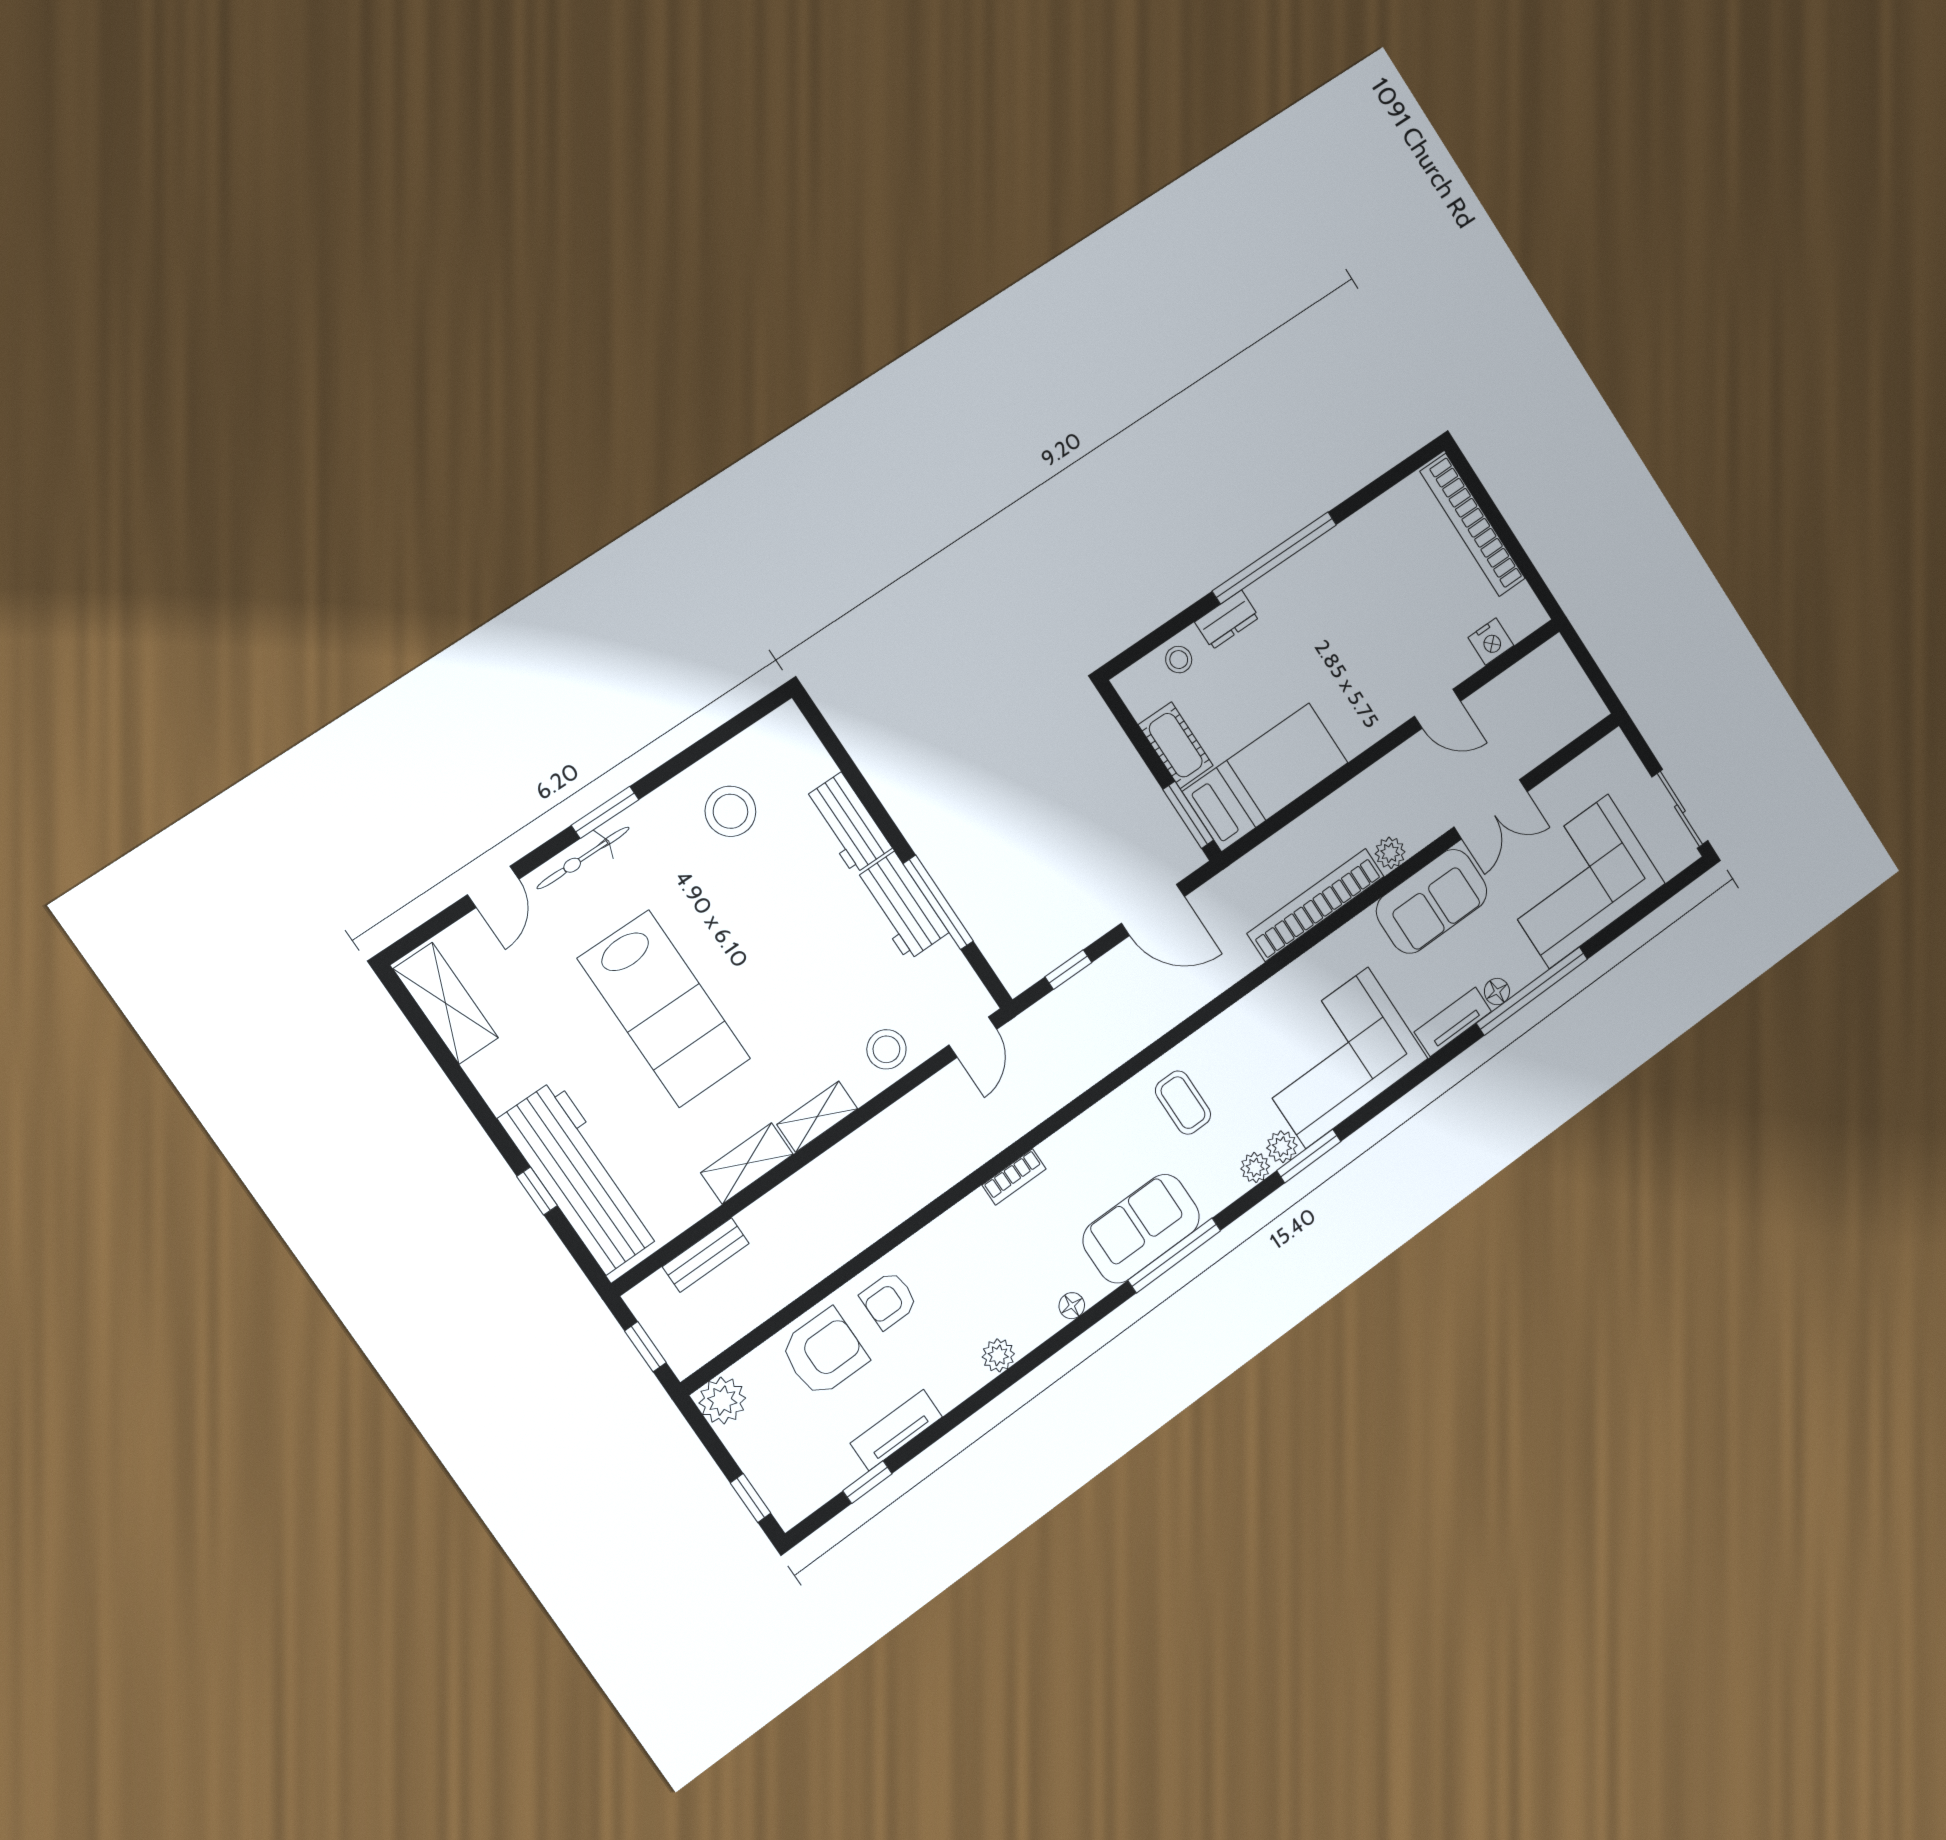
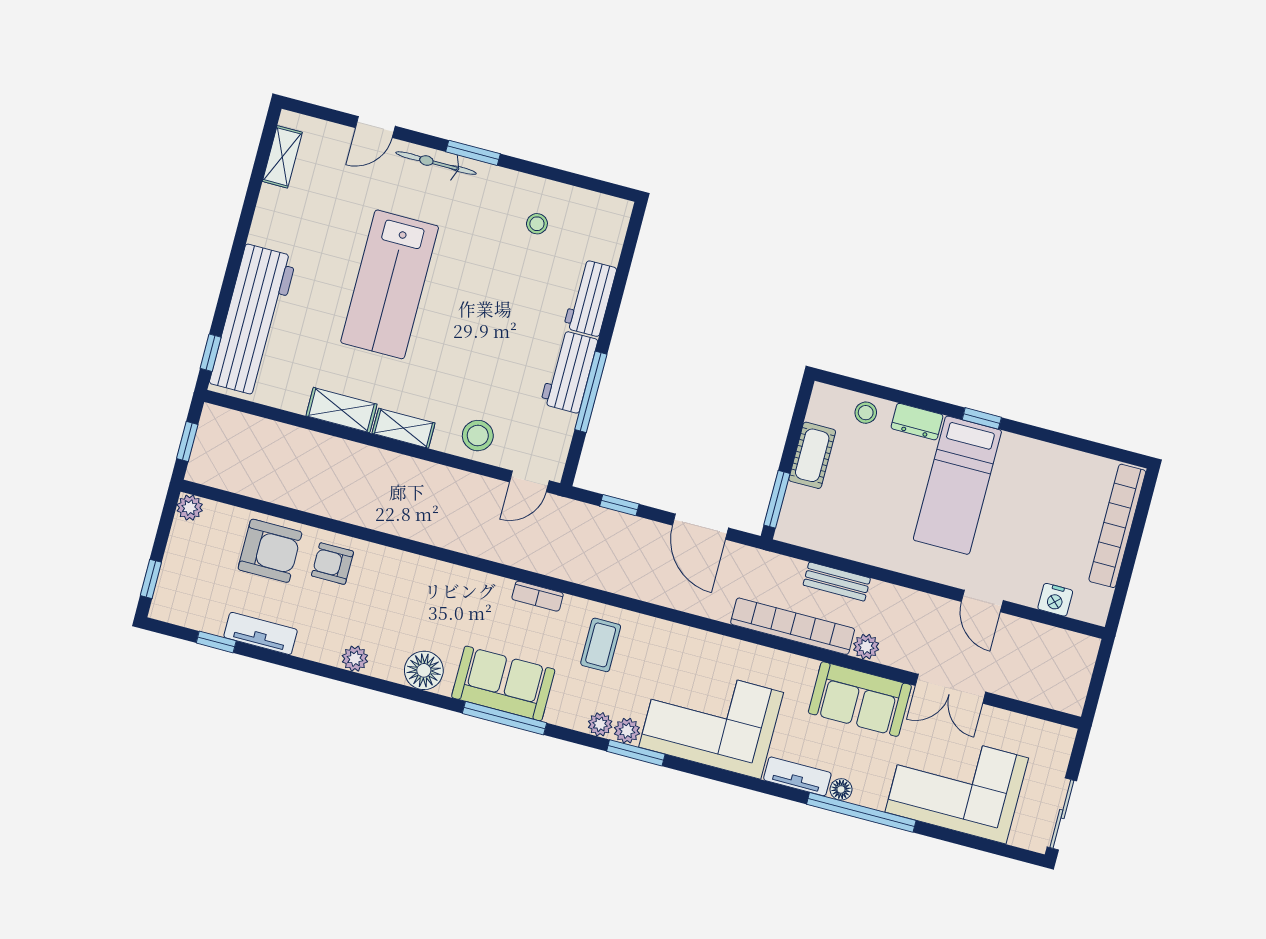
window: (1274, 558) -> (982, 418), width x0.32
bed: (1265, 777) -> (957, 485), moved, turned 90
stool: (730, 811) -> (537, 224), width x0.53, depth x0.53
shelving: (446, 1003) -> (282, 157), width x0.67, depth x0.75
bookcase: (1014, 1177) -> (538, 596), moved
window: (537, 1191) -> (211, 353), moved
bench: (706, 1255) -> (837, 582), moved
floor lamp: (1072, 1306) -> (424, 670), width x1.89, depth x1.89
plant: (722, 1401) -> (190, 508), width x0.73, depth x0.73

